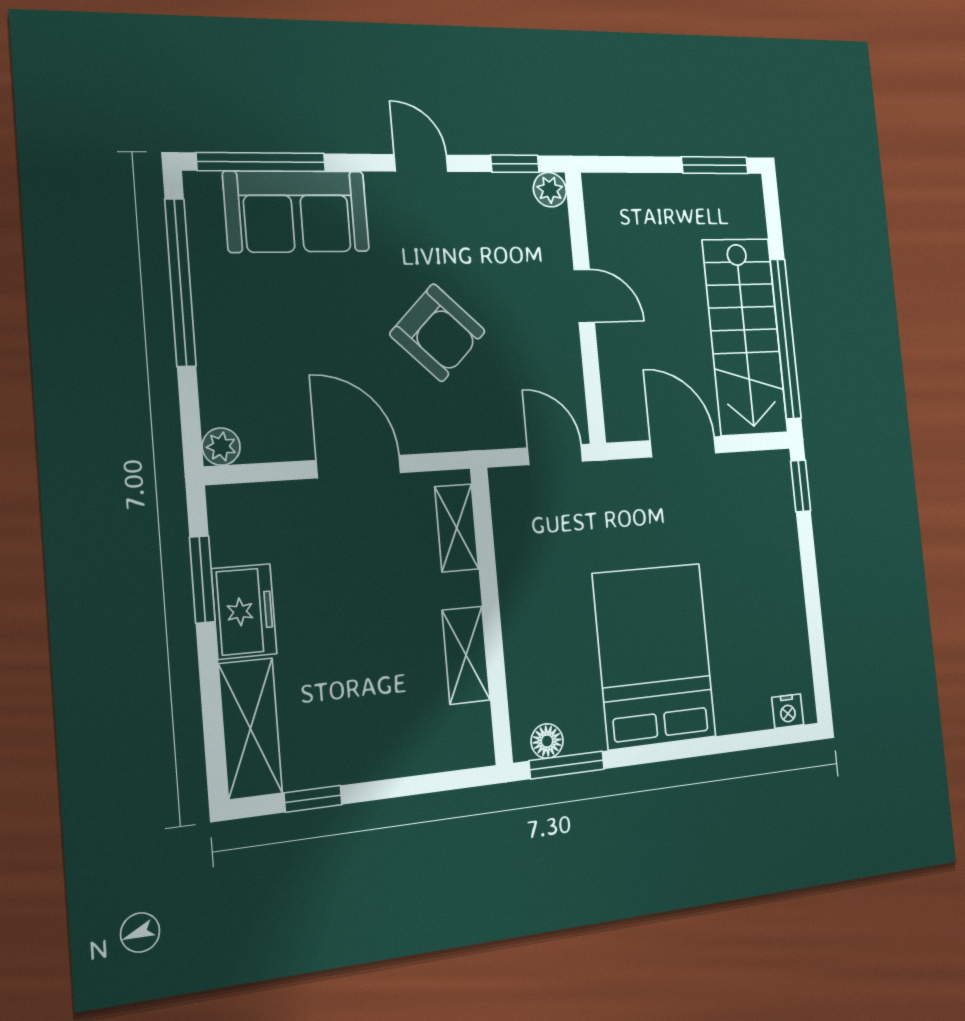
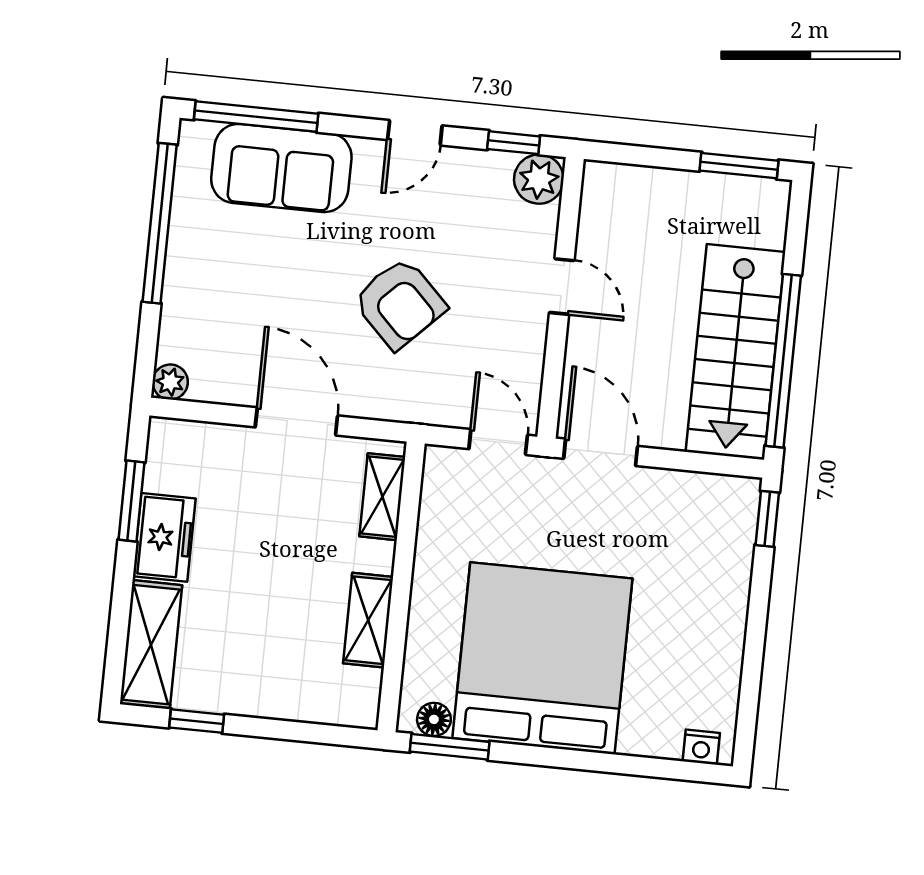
door: (421, 163) -> (415, 133), swing flipped
plant: (550, 190) -> (539, 179), width x1.38, depth x1.38
door: (683, 447) -> (601, 452), moved
bed: (654, 656) -> (542, 658), width x1.36

